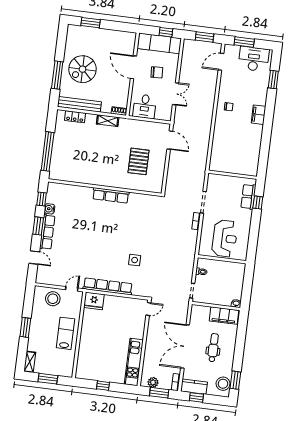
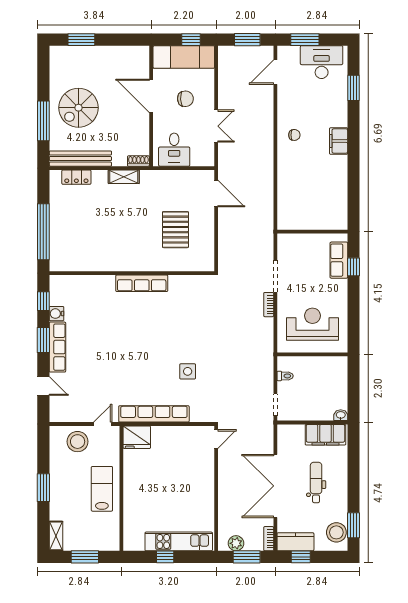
reception desk: (225, 238) -> (312, 324), turned -90
kitchen unit: (134, 362) -> (179, 541), moved, turned 90

